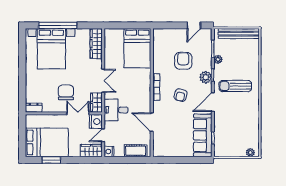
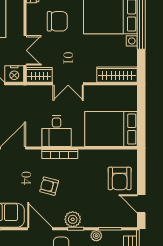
armchair: (183, 61) -> (120, 178), moved, turned 90
chair: (66, 92) -> (57, 21), moved
desk: (116, 110) -> (57, 131), moved, turned 180

